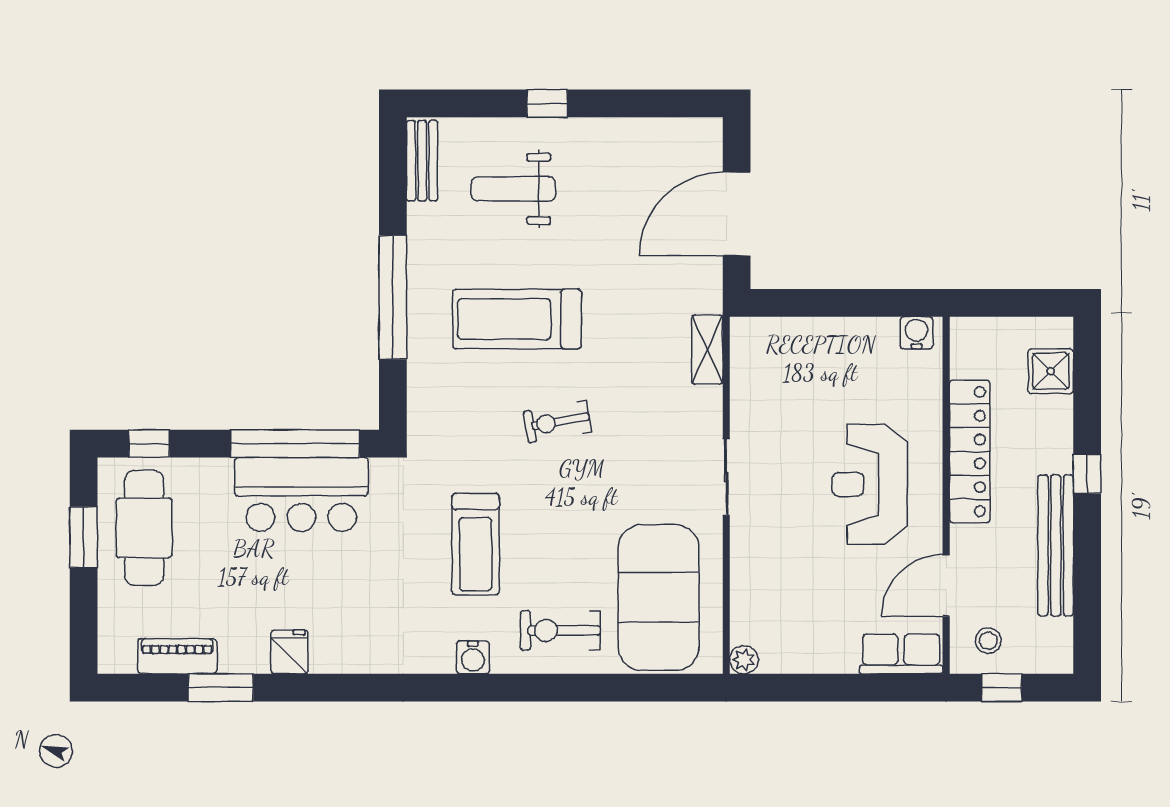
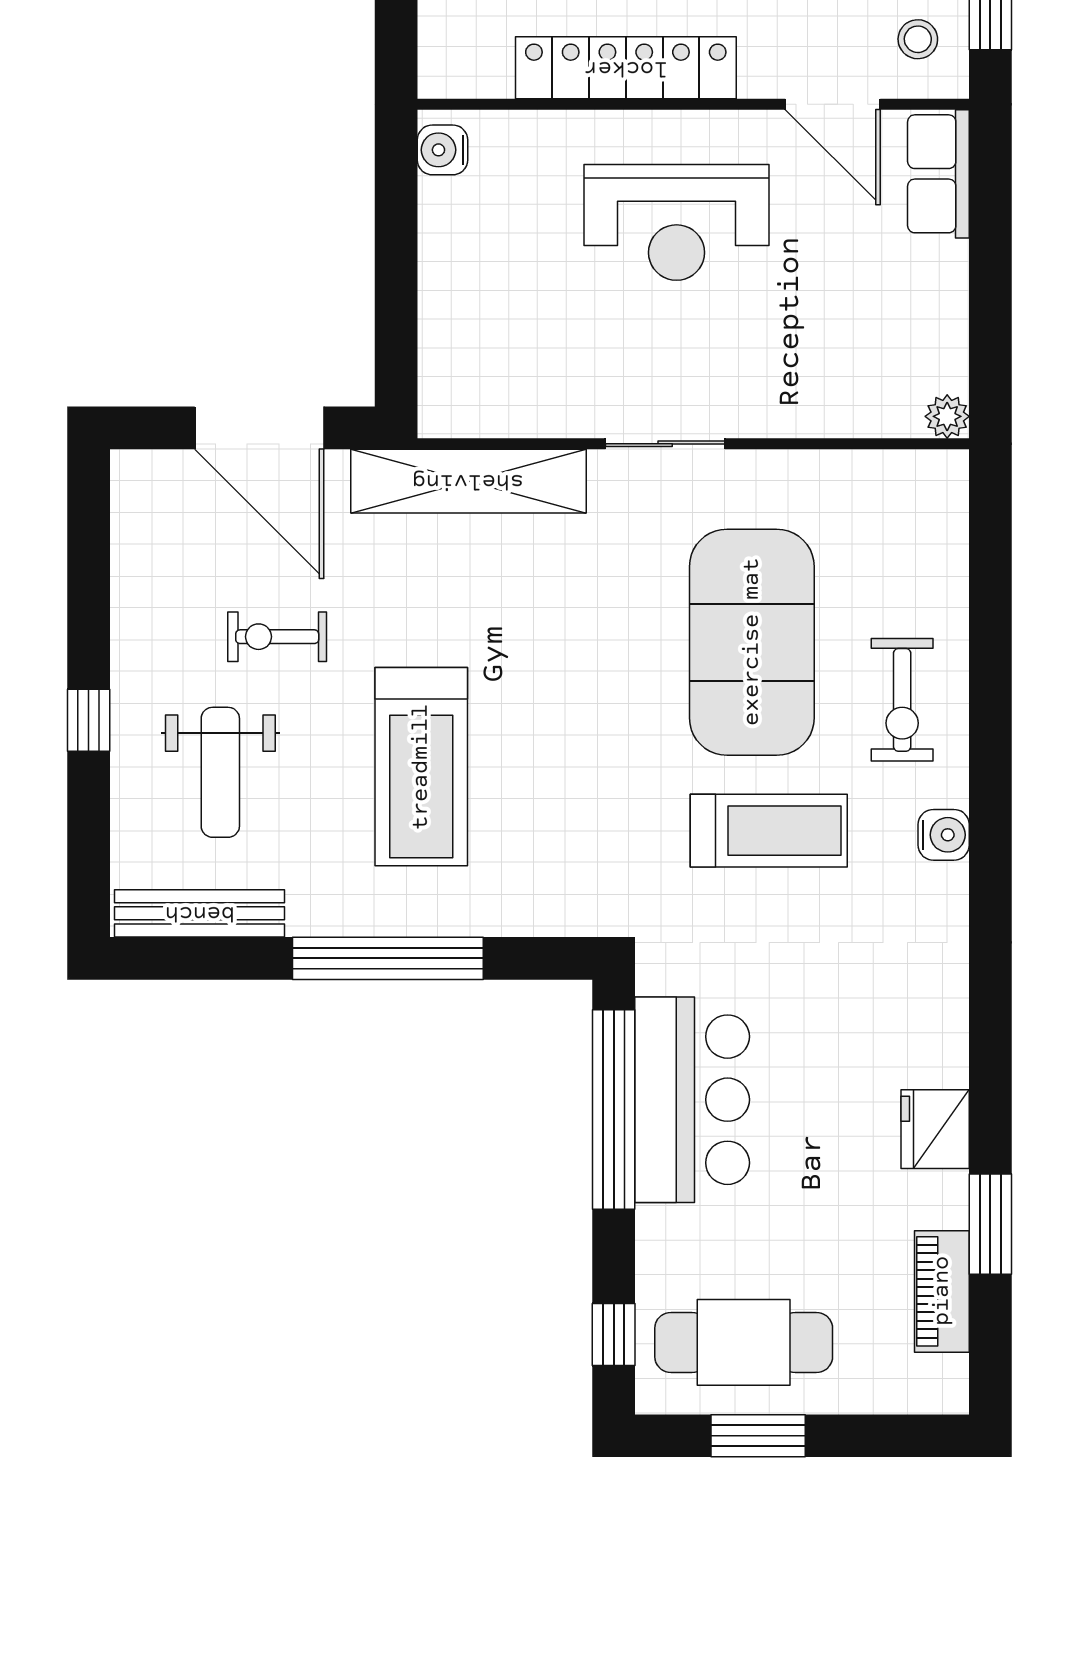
bench: (422, 161) -> (200, 913), width x1.36
shelving: (707, 350) -> (468, 481), width x2.20, depth x1.33
exercise bike: (557, 422) -> (277, 637), moved, turned 100
exercise mat: (658, 597) -> (752, 642), moved, turned 90
fridge: (289, 652) -> (935, 1129), width x1.38

